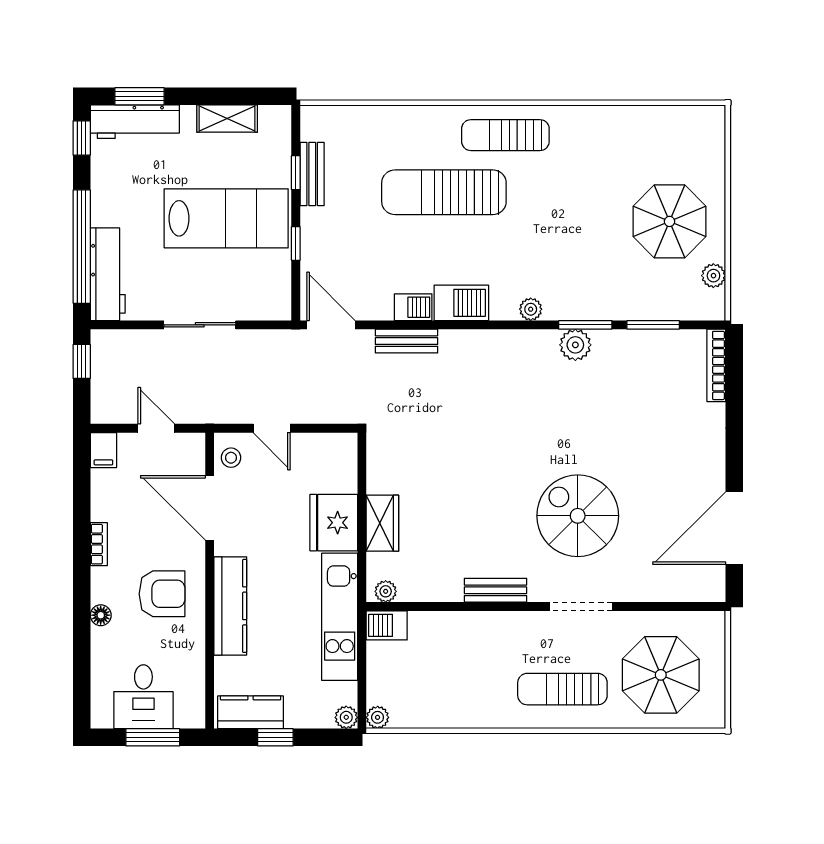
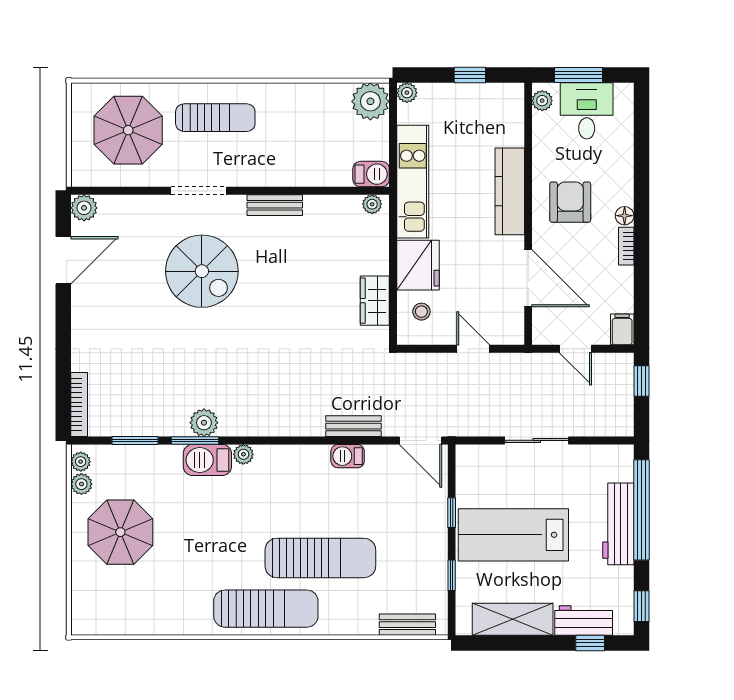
window: (140, 96) -> (590, 643), width x0.67
shelving: (227, 119) -> (513, 619), width x1.50, depth x1.33
workbench: (135, 122) -> (584, 621), width x0.73
sun lounger: (505, 135) -> (266, 609), width x1.36, depth x1.34
bench: (312, 174) -> (407, 625), moved, turned 90
workbench: (108, 274) -> (618, 524), moved
plant: (714, 301) -> (81, 462), added
barbecue: (461, 303) -> (207, 460), moved
window: (82, 361) -> (641, 381), moved
stool: (231, 458) -> (421, 312), moved
wardrobe: (382, 523) -> (375, 301), moved
door: (734, 528) -> (63, 260), width x0.73
plant: (711, 587) -> (84, 208), added
armchair: (162, 594) -> (570, 202), turned 90
floor lamp: (101, 615) -> (625, 216), moved
plant: (194, 708) -> (542, 101), added
kitchen counter: (251, 712) -> (492, 97), removed
plant: (378, 717) -> (370, 101), width x1.87, depth x1.87

